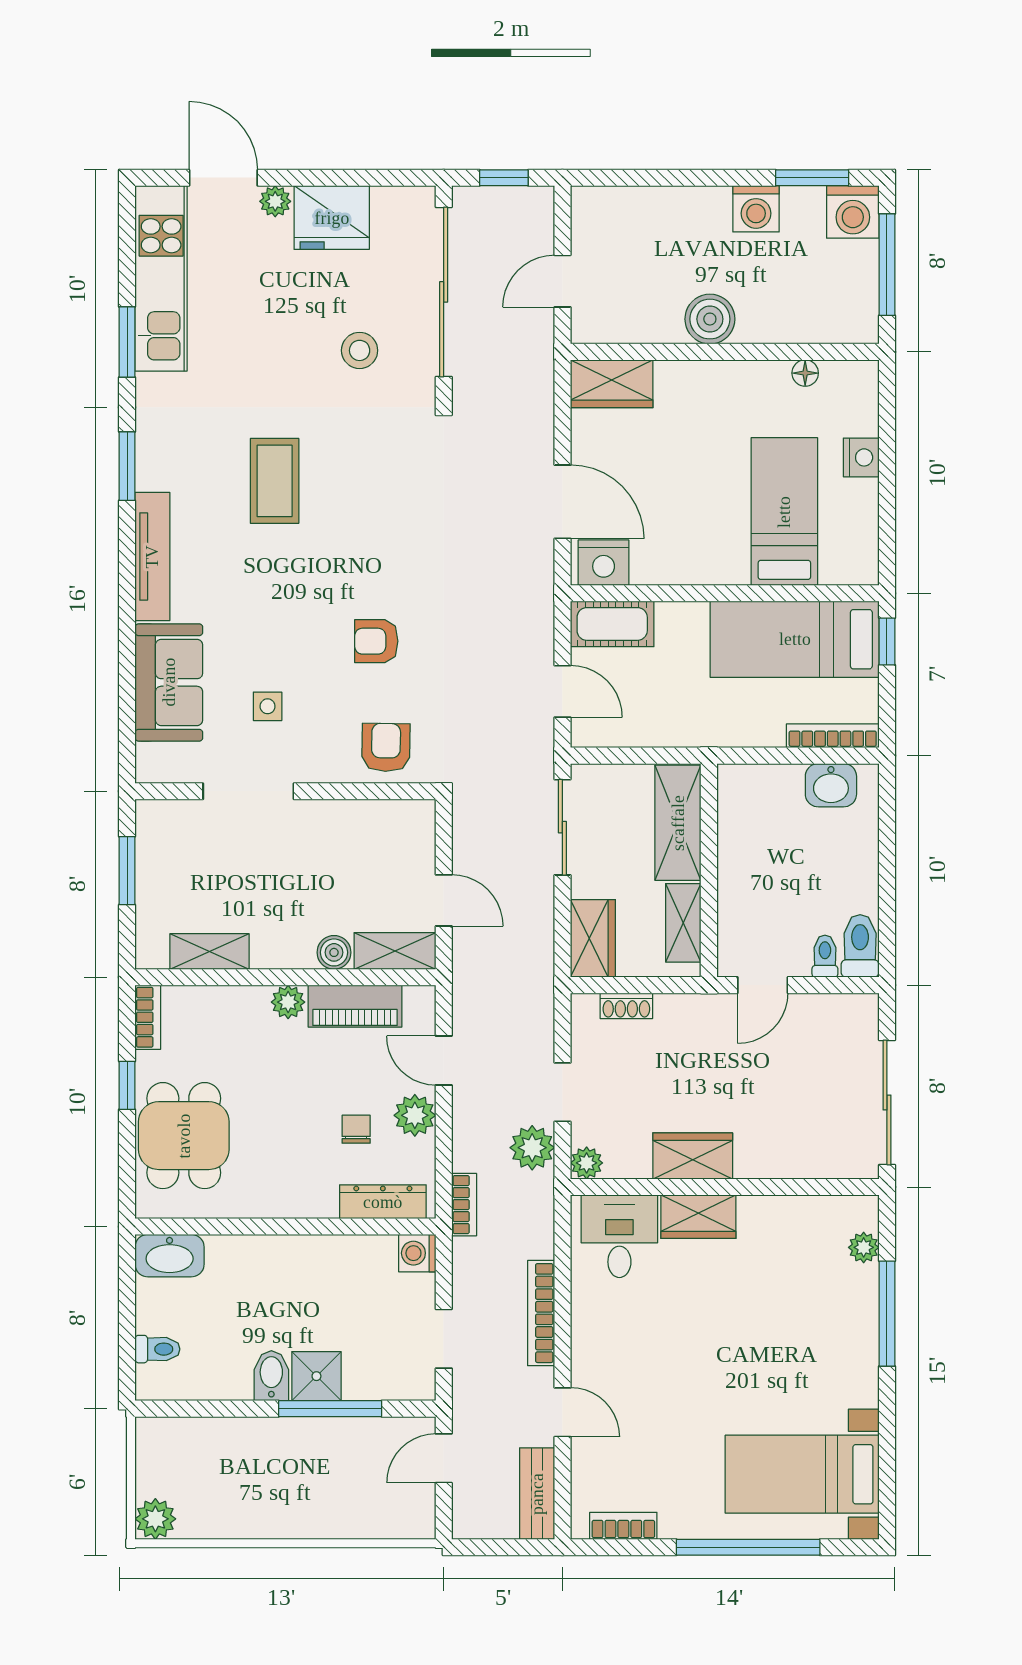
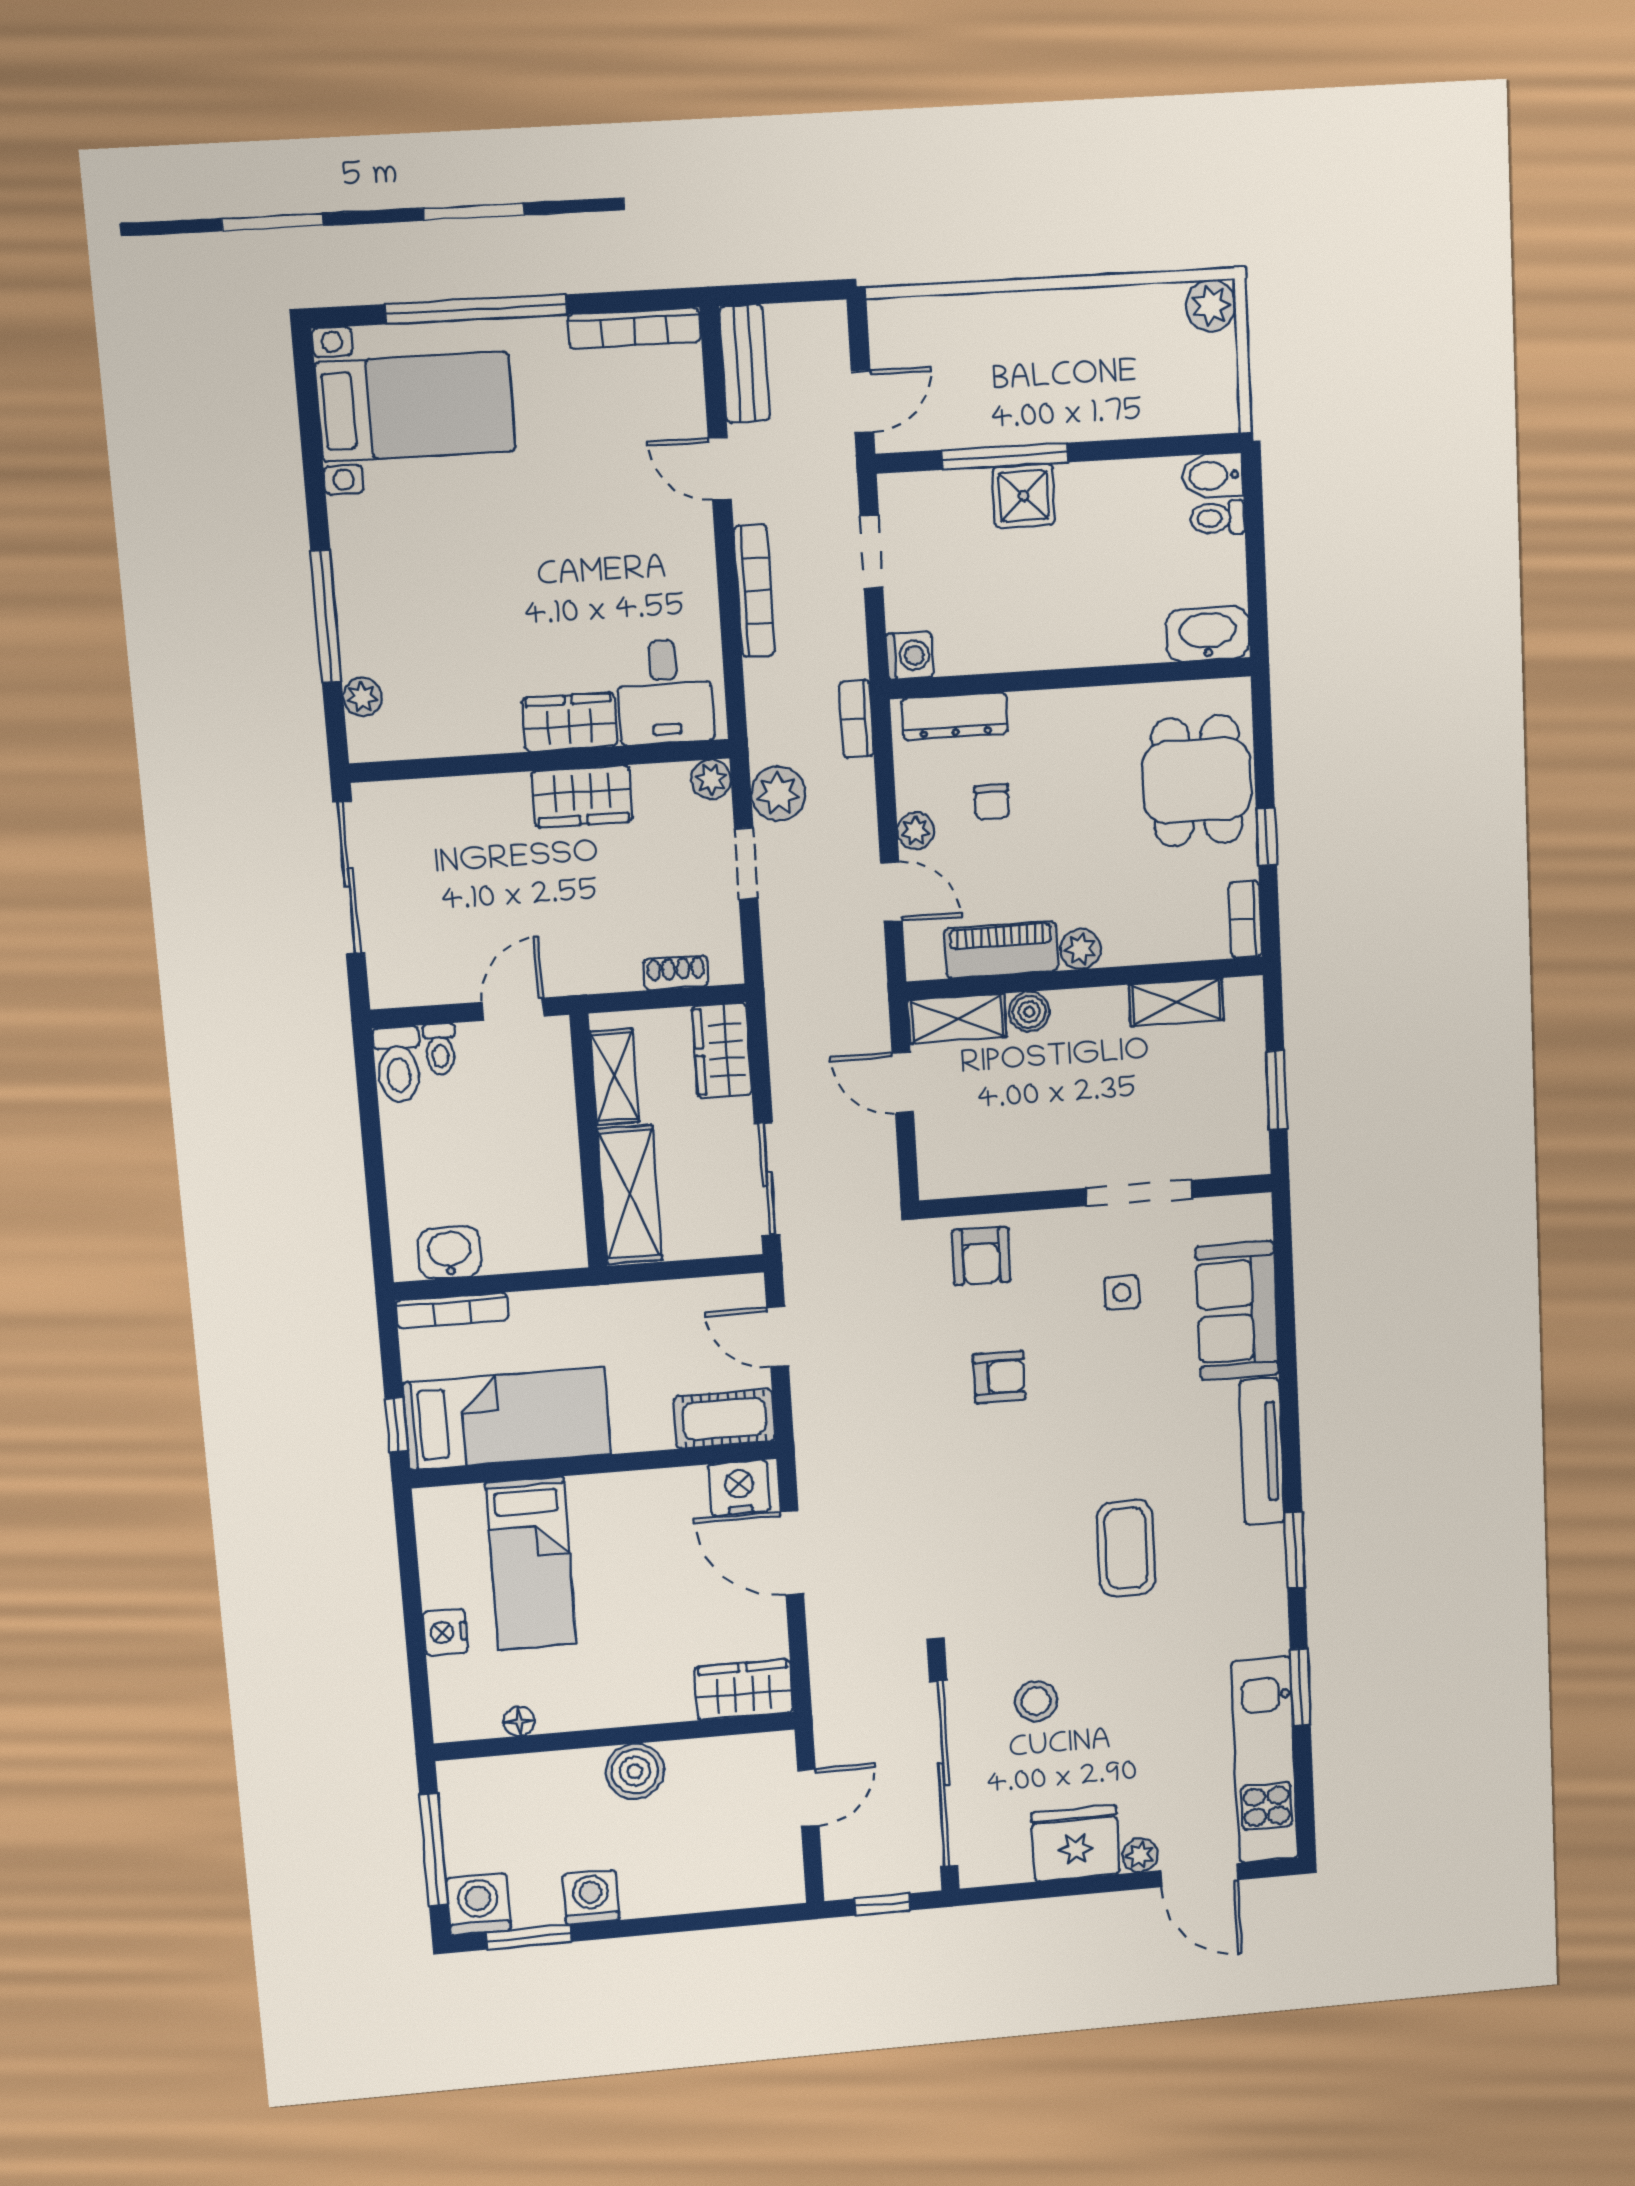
plant: (415, 1115) -> (916, 831), width x0.73, depth x0.73
bidet: (271, 1376) -> (1212, 476), moved, turned 90
bookcase: (623, 1526) -> (634, 328), width x1.56

